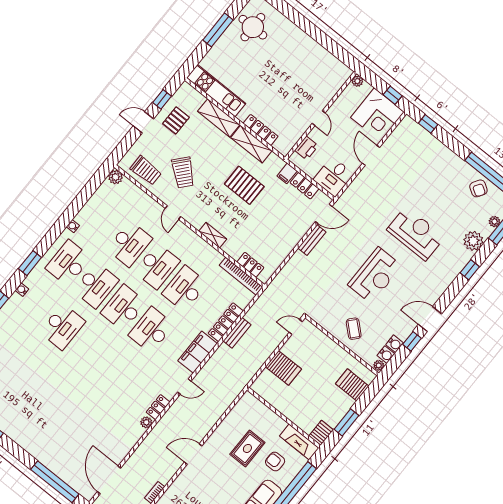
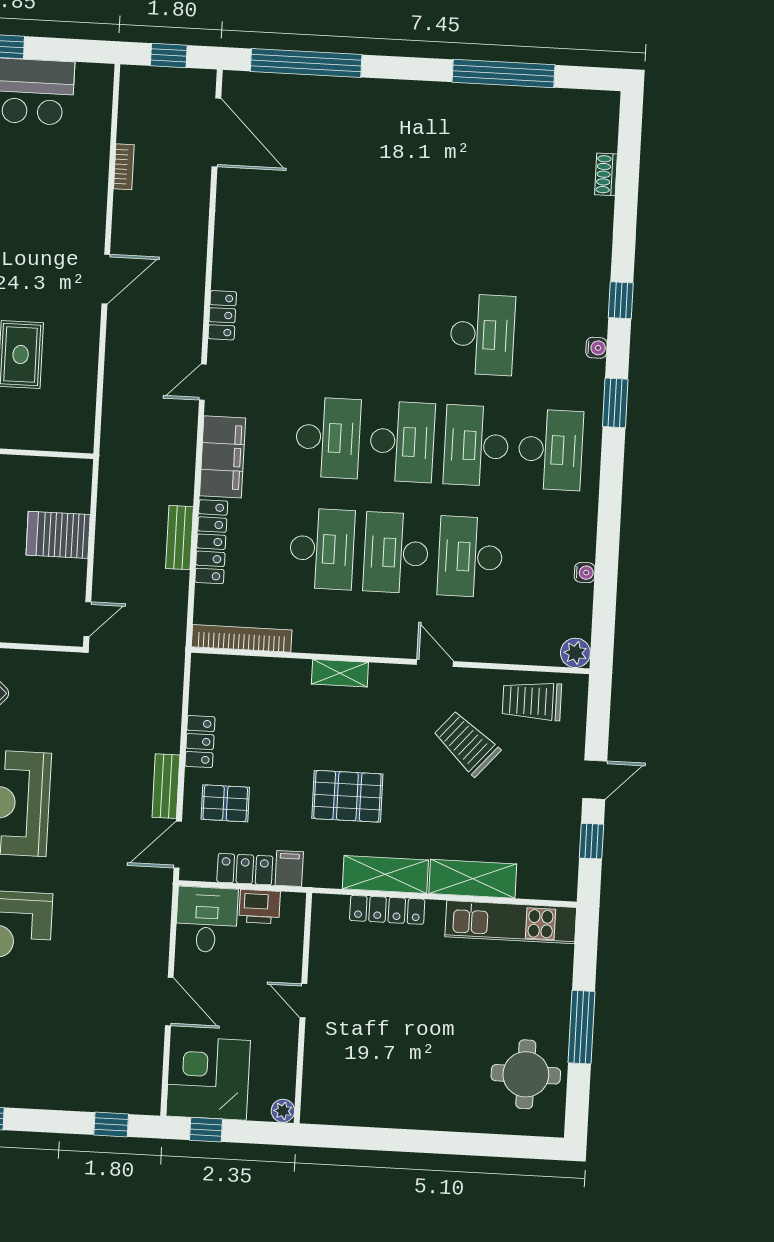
pallet: (176, 120) -> (225, 803), moved, turned 90
printer: (306, 148) -> (260, 907), moved, turned -90
water cooler: (73, 226) -> (585, 573), moved
locker: (250, 265) -> (200, 742), moved, turned -90
desk: (62, 327) -> (482, 335), turned 180
plant: (146, 422) -> (224, 275), removed

